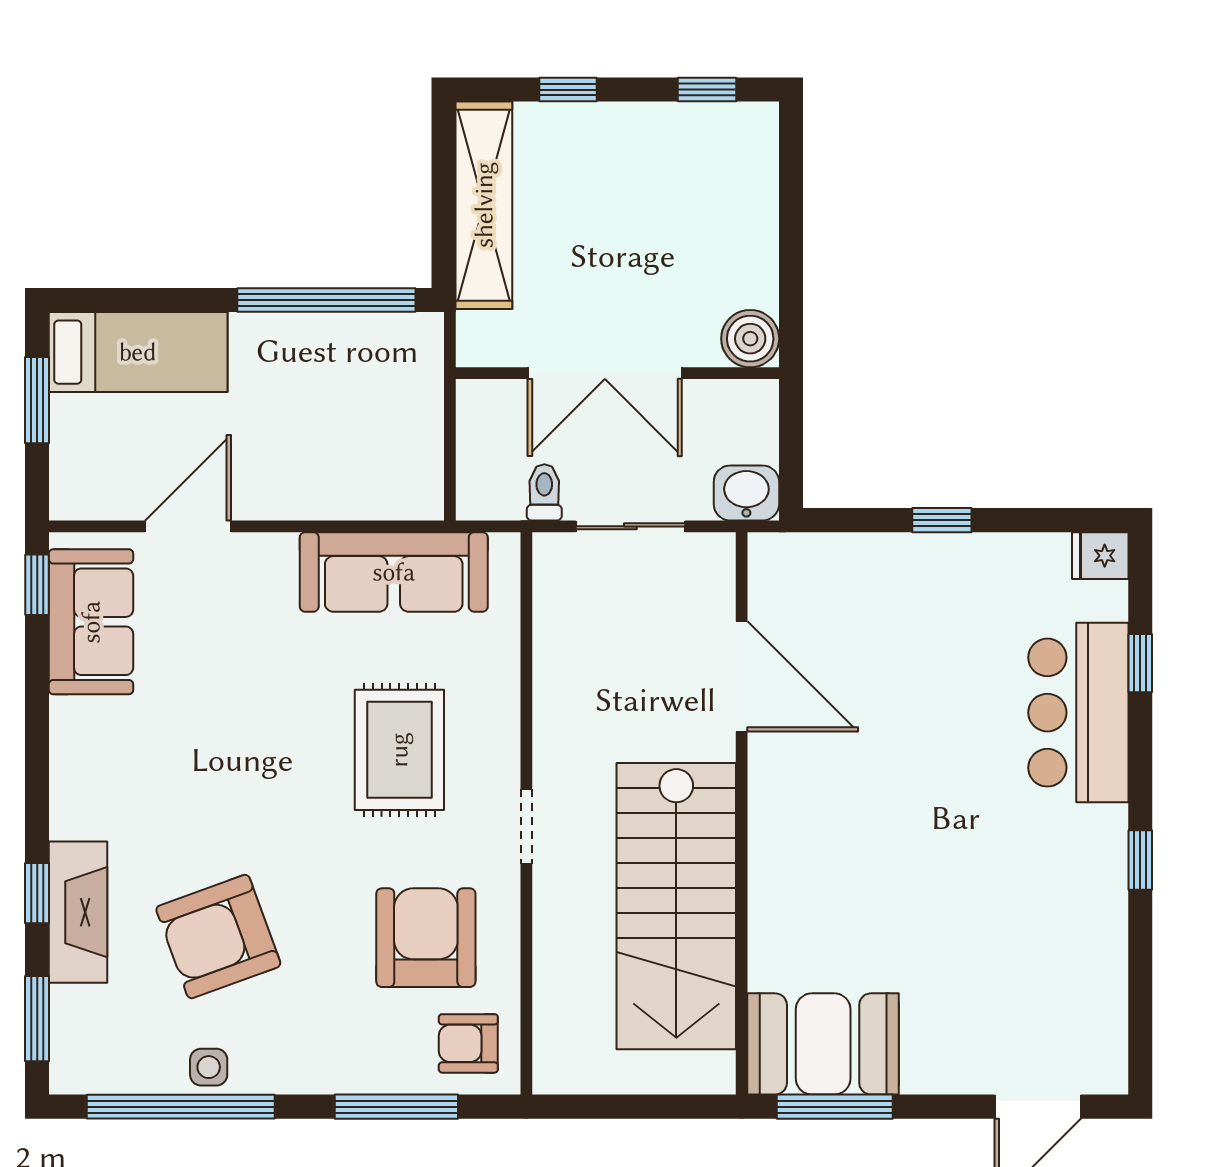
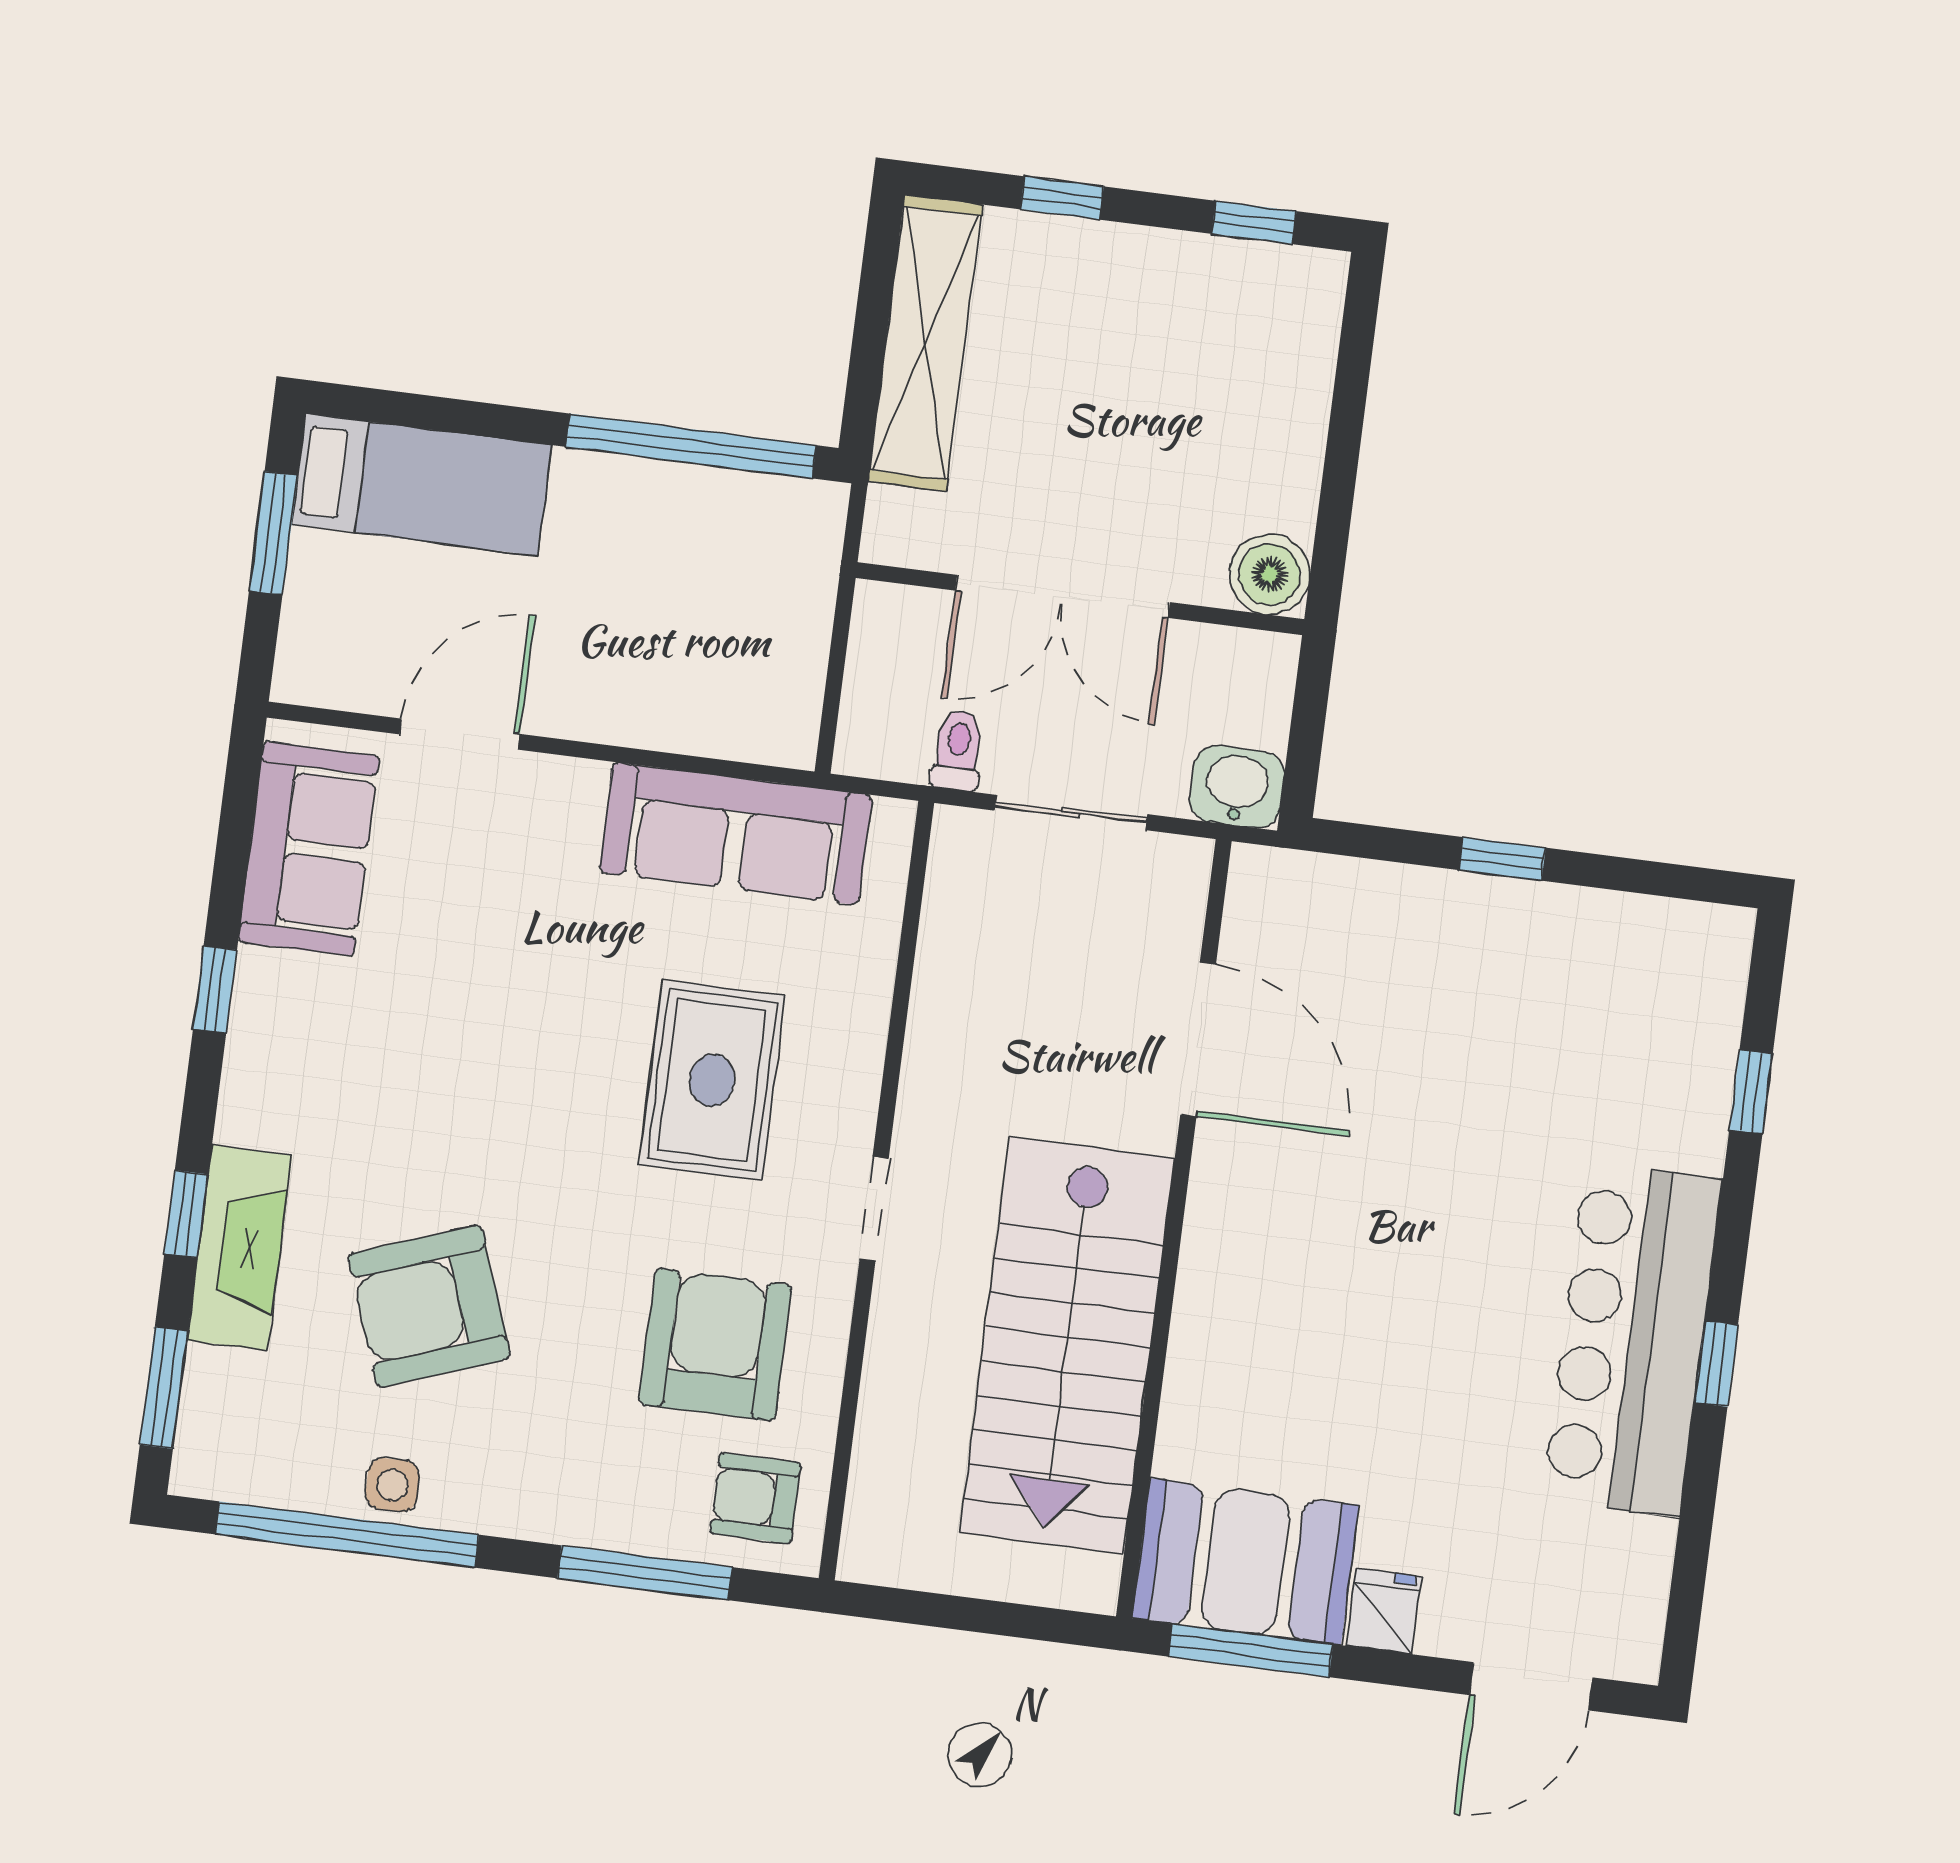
fridge: (1100, 556) -> (1384, 1611), moved, turned 90
window: (37, 585) -> (215, 989), moved
bar counter: (1078, 713) -> (1632, 1340), moved, width x1.36

